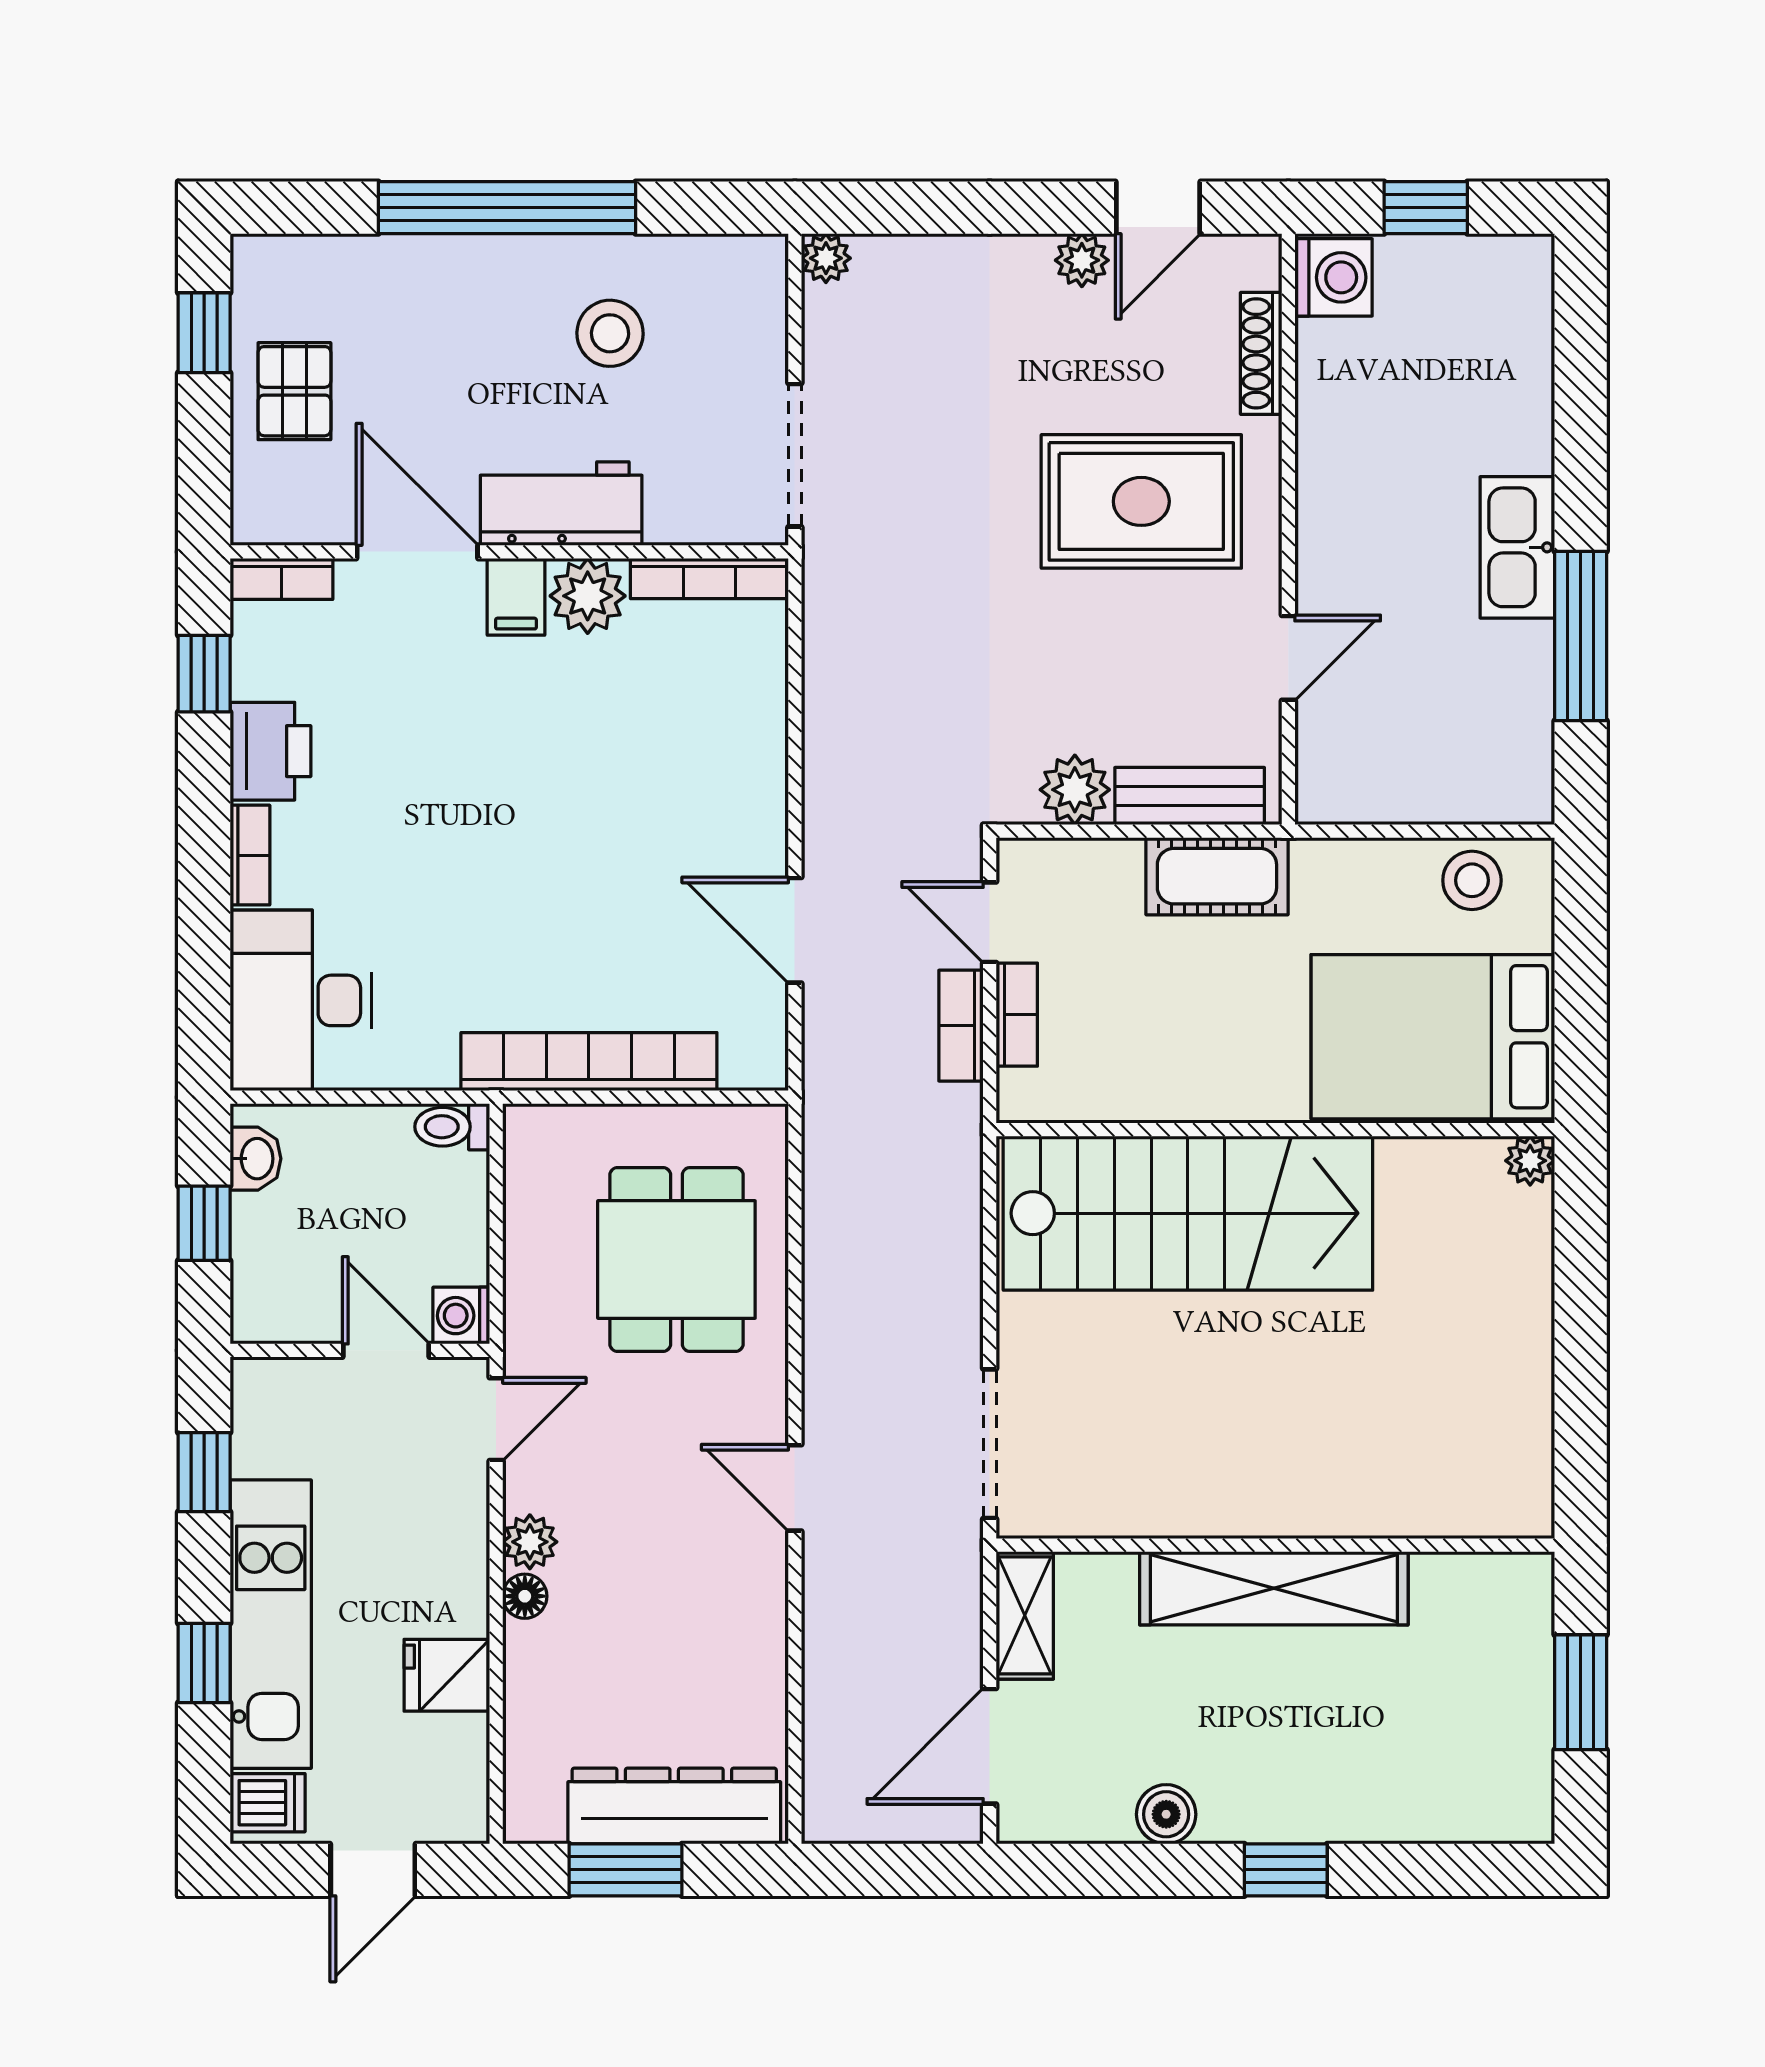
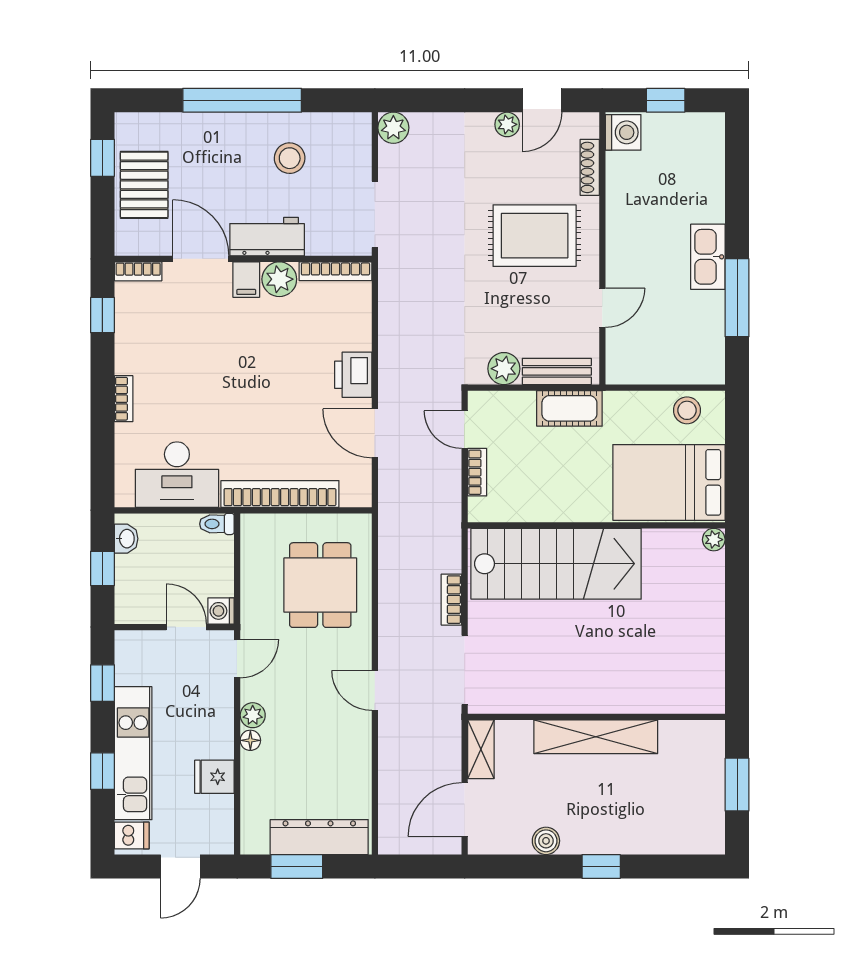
plant: (826, 258) -> (393, 128), width x1.38, depth x1.38
pallet: (294, 391) -> (144, 185), width x1.50, depth x1.42
printer: (270, 751) -> (353, 375), moved, turned 180
desk: (301, 1000) -> (177, 475), moved, turned -90
bookcase: (961, 1026) -> (451, 600), moved

